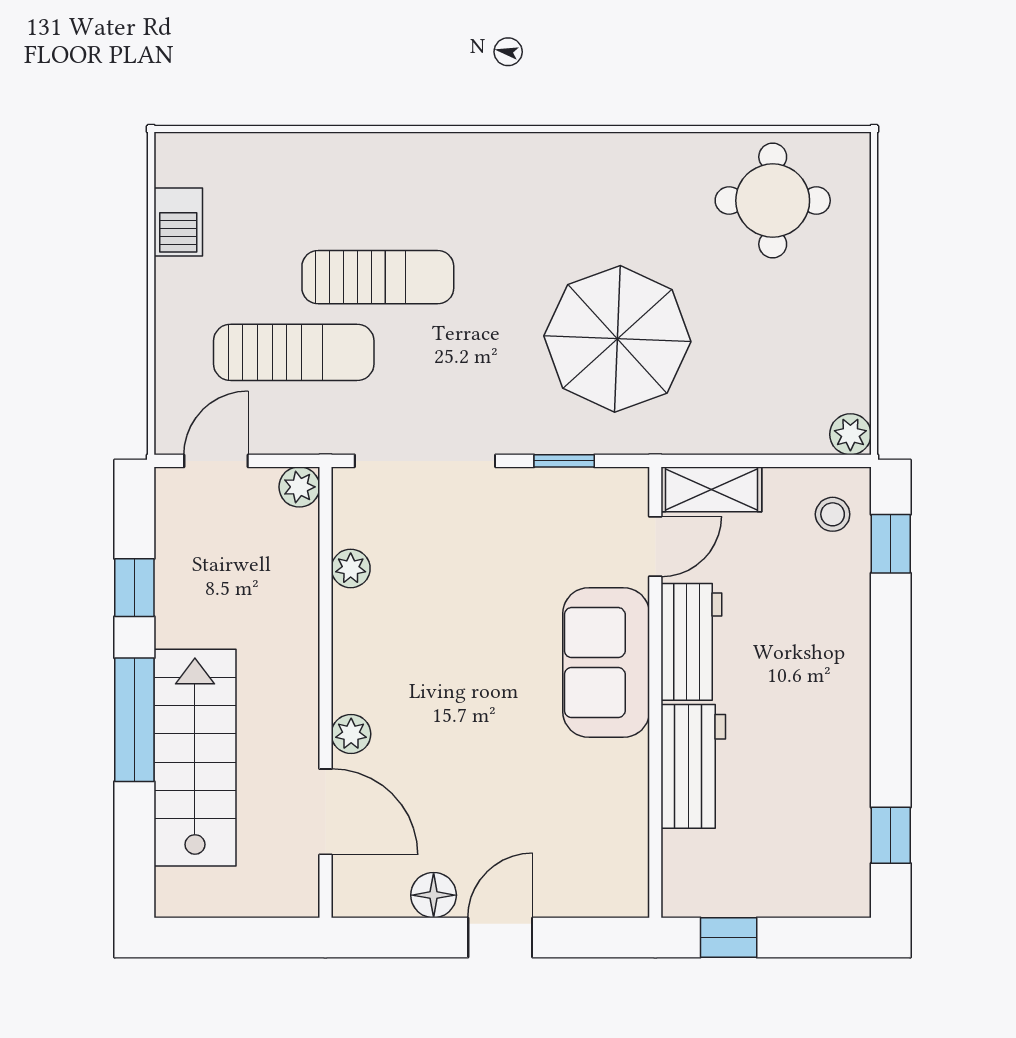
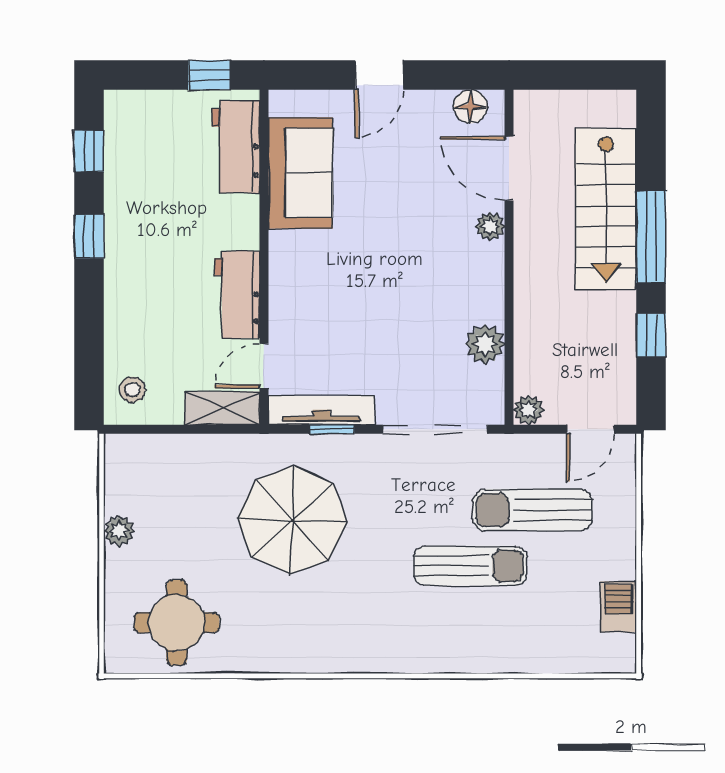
sun lounger: (378, 277) -> (470, 566), turned 180
plant: (850, 434) -> (119, 531), moved
tv unit: (578, 486) -> (321, 411), added
window: (891, 544) -> (89, 236), moved
plant: (351, 568) -> (485, 344), width x1.38, depth x1.38
sofa: (606, 663) -> (301, 173), moved
workbench: (693, 766) -> (236, 147), moved
floor lamp: (434, 895) -> (471, 107), moved

